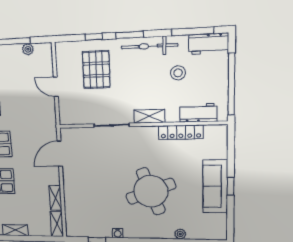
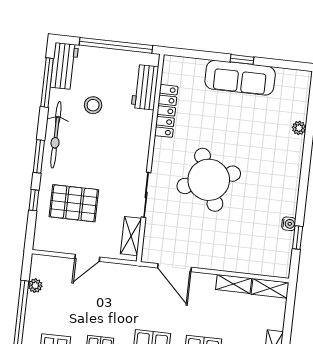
shelving: (149, 116) -> (131, 236), moved
round table: (151, 191) -> (209, 180), moved
water cooler: (118, 233) -> (289, 224), moved

